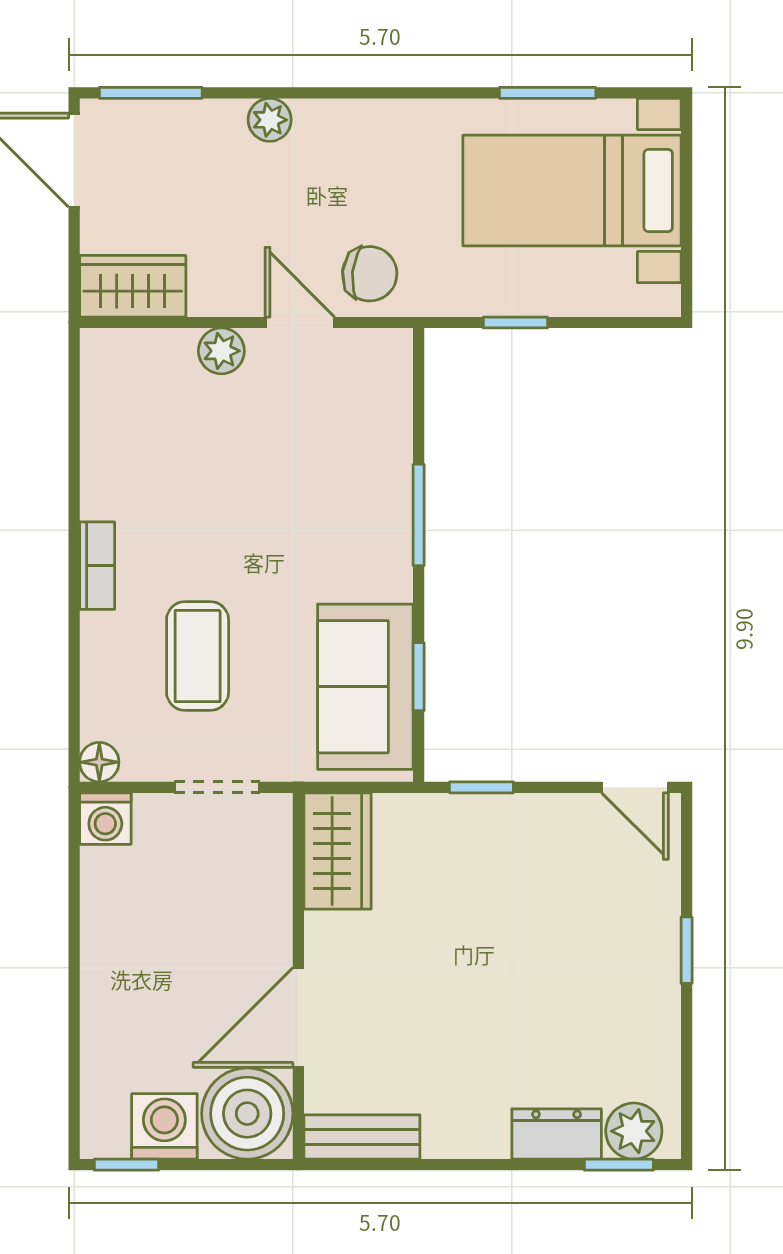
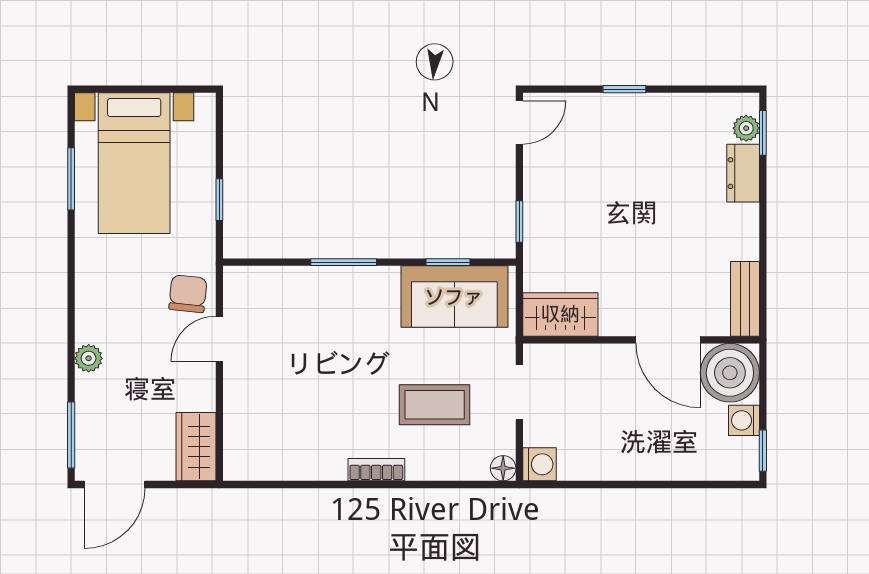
plant: (221, 351) -> (238, 389), removed
washing machine: (164, 1126) -> (744, 420), width x0.73, depth x0.73
plant: (634, 1131) -> (746, 128), width x0.73, depth x0.73

